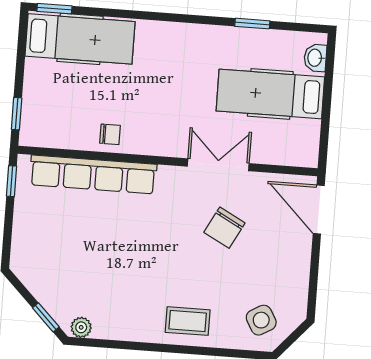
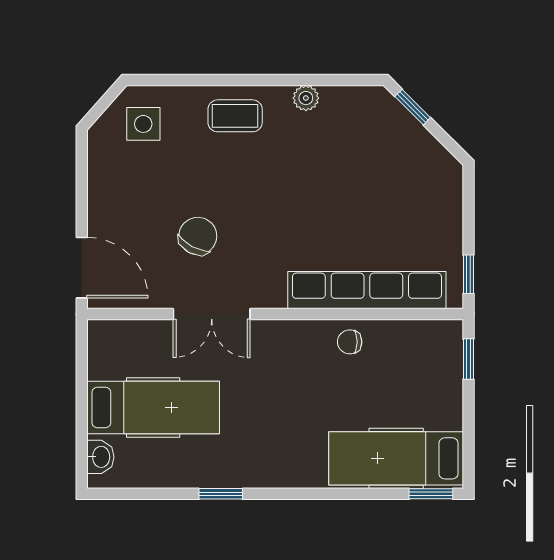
window: (252, 24) -> (221, 494), moved
side table: (261, 320) -> (143, 124), turned 30
plant: (81, 327) -> (306, 98), moved

